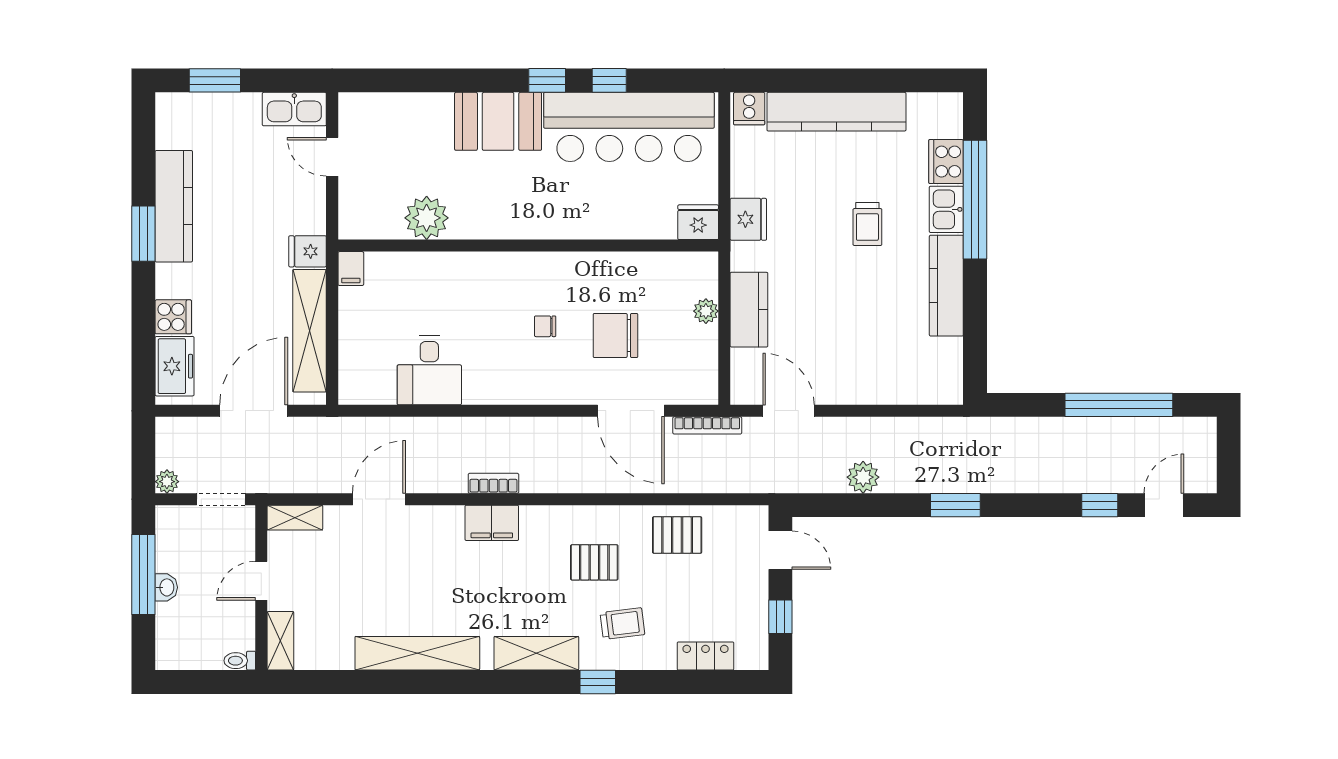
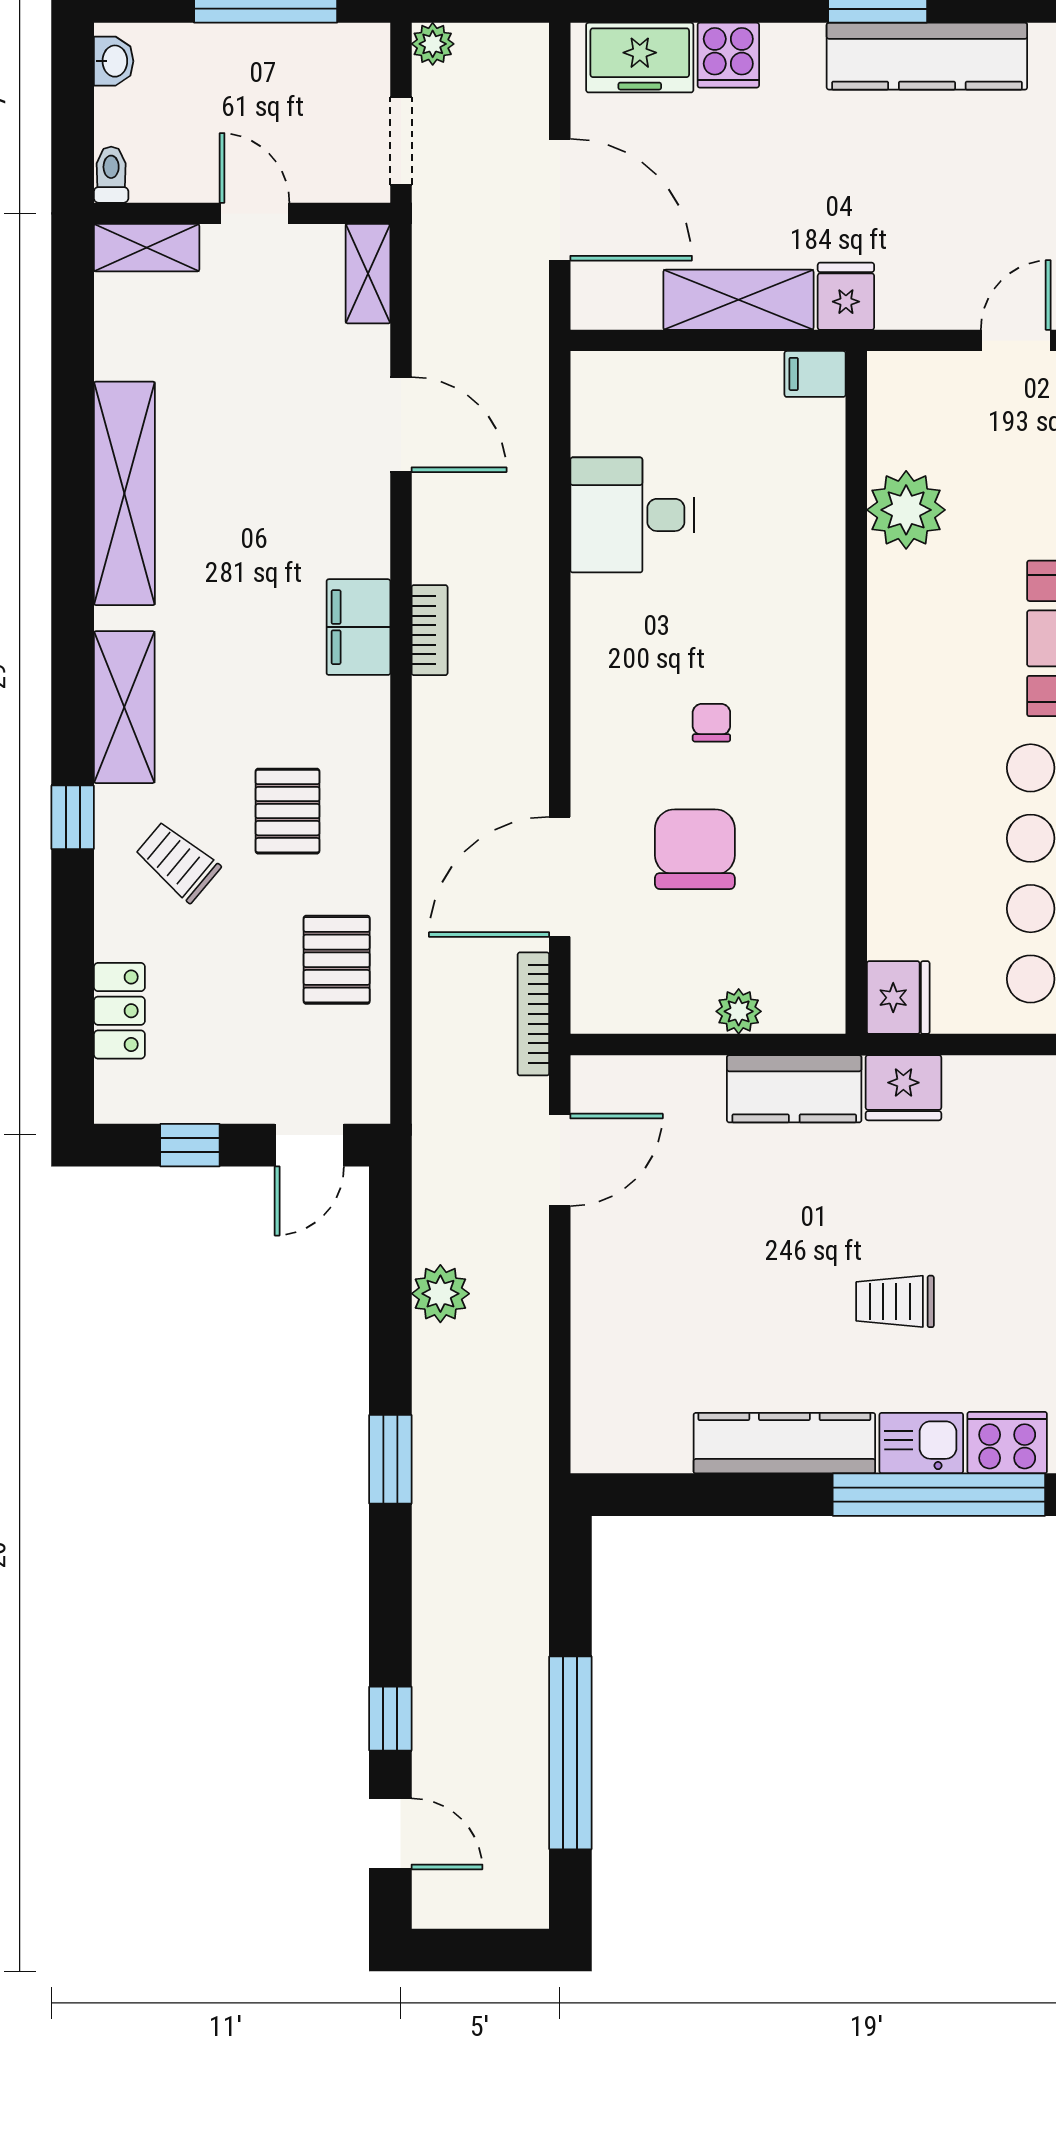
kitchen counter: (749, 310) -> (794, 1089), moved
shelving: (309, 331) -> (738, 300), width x0.68
washbasin: (166, 587) -> (114, 61), moved, turned -90
trolley: (622, 624) -> (178, 862), turned 137

